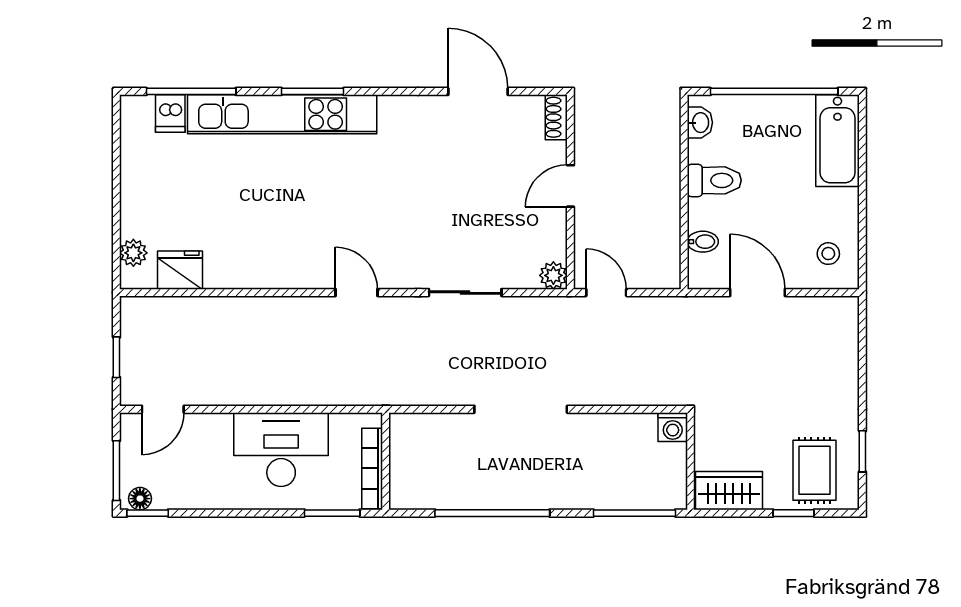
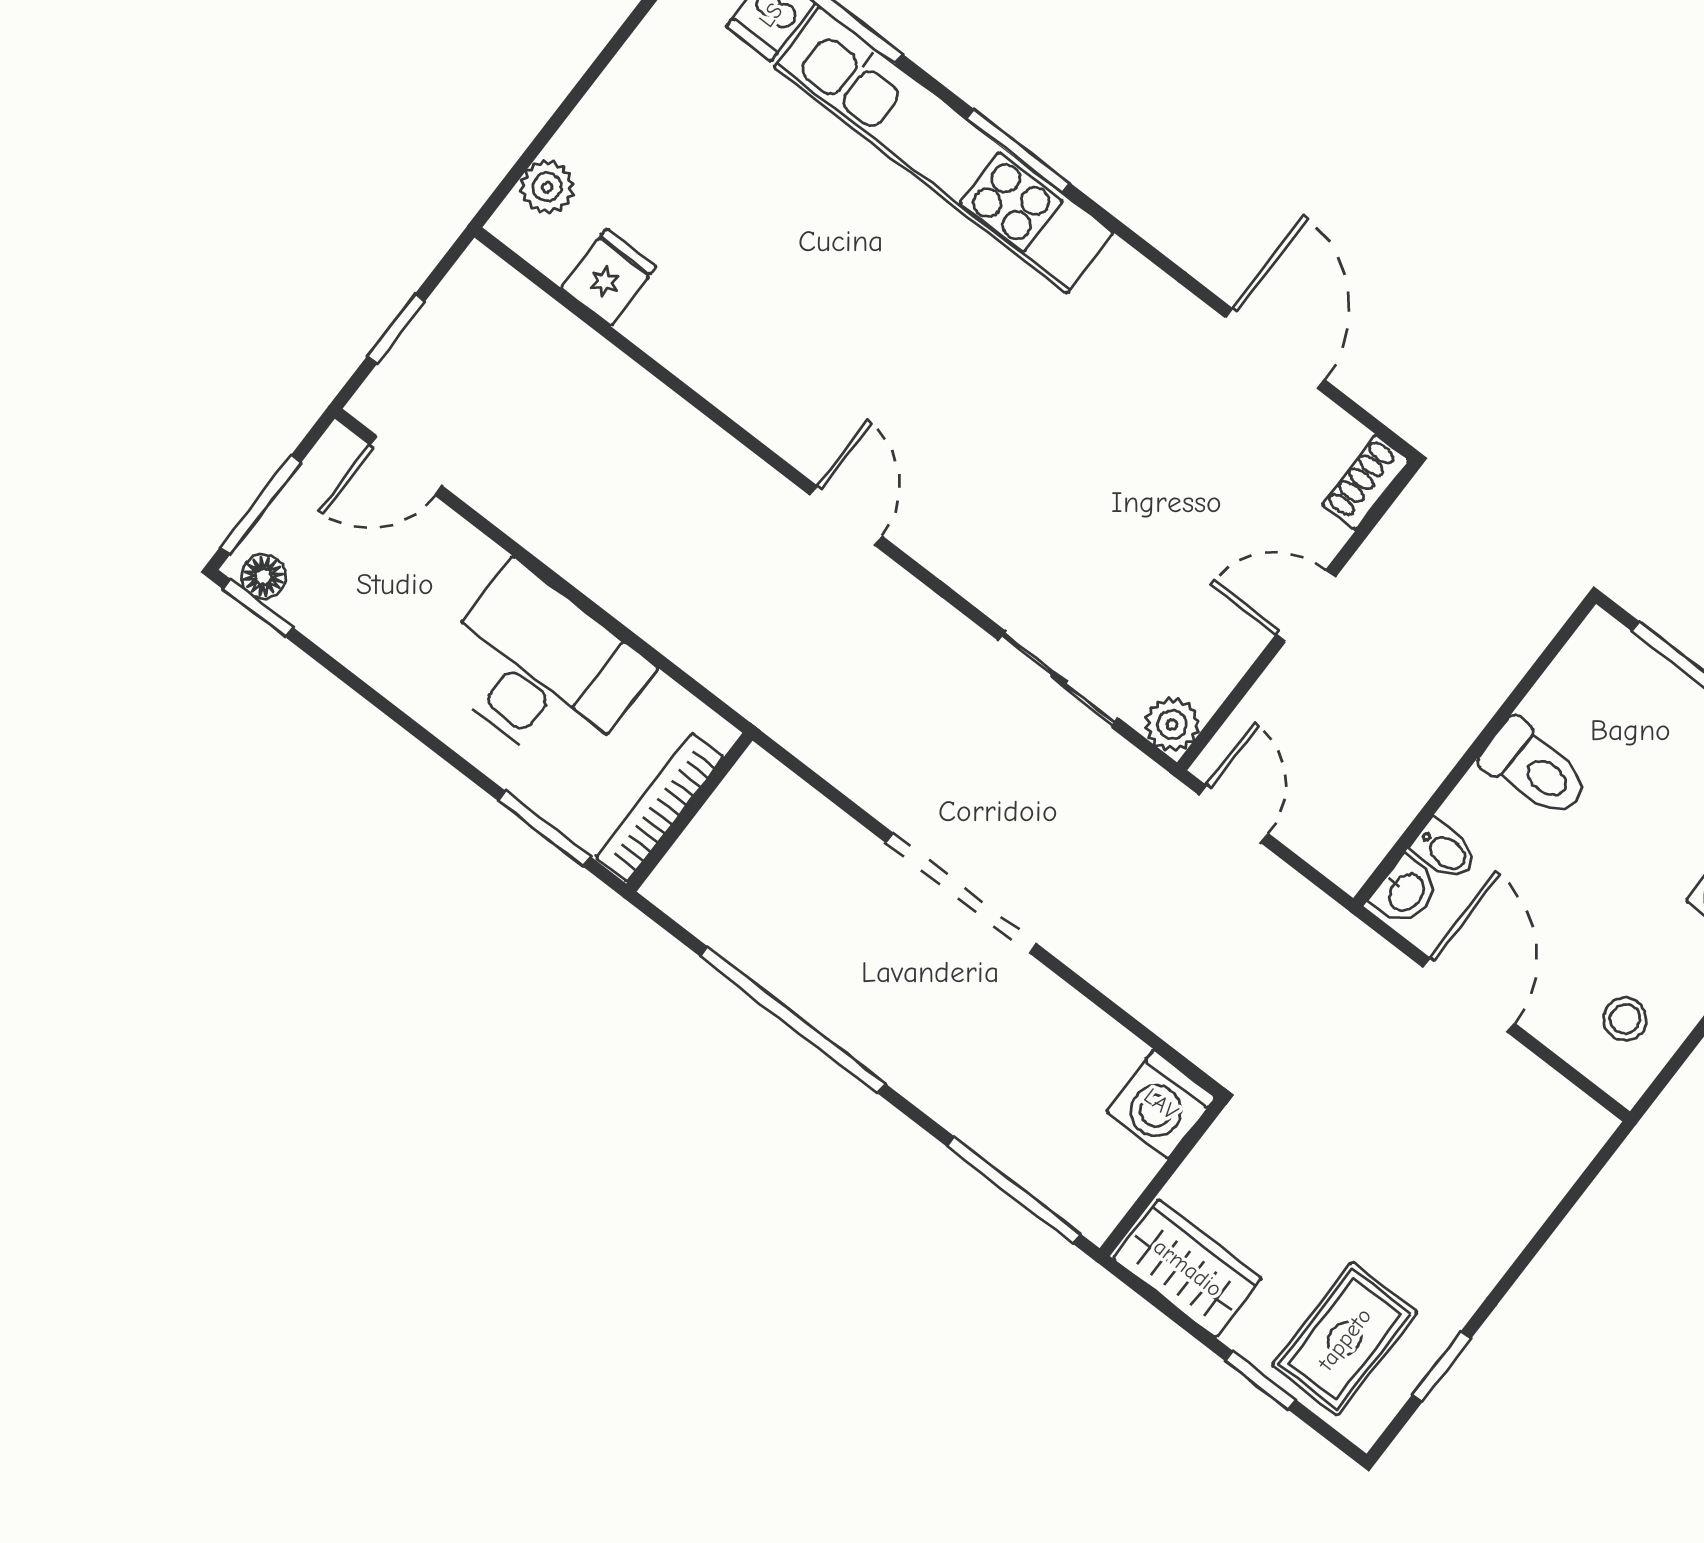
washbasin: (700, 123) -> (1406, 892), moved
fridge: (180, 270) -> (609, 277), width x0.72
sliding door: (465, 293) -> (1058, 679), moved
washing machine: (673, 427) -> (1161, 1104), width x1.38, depth x1.38

